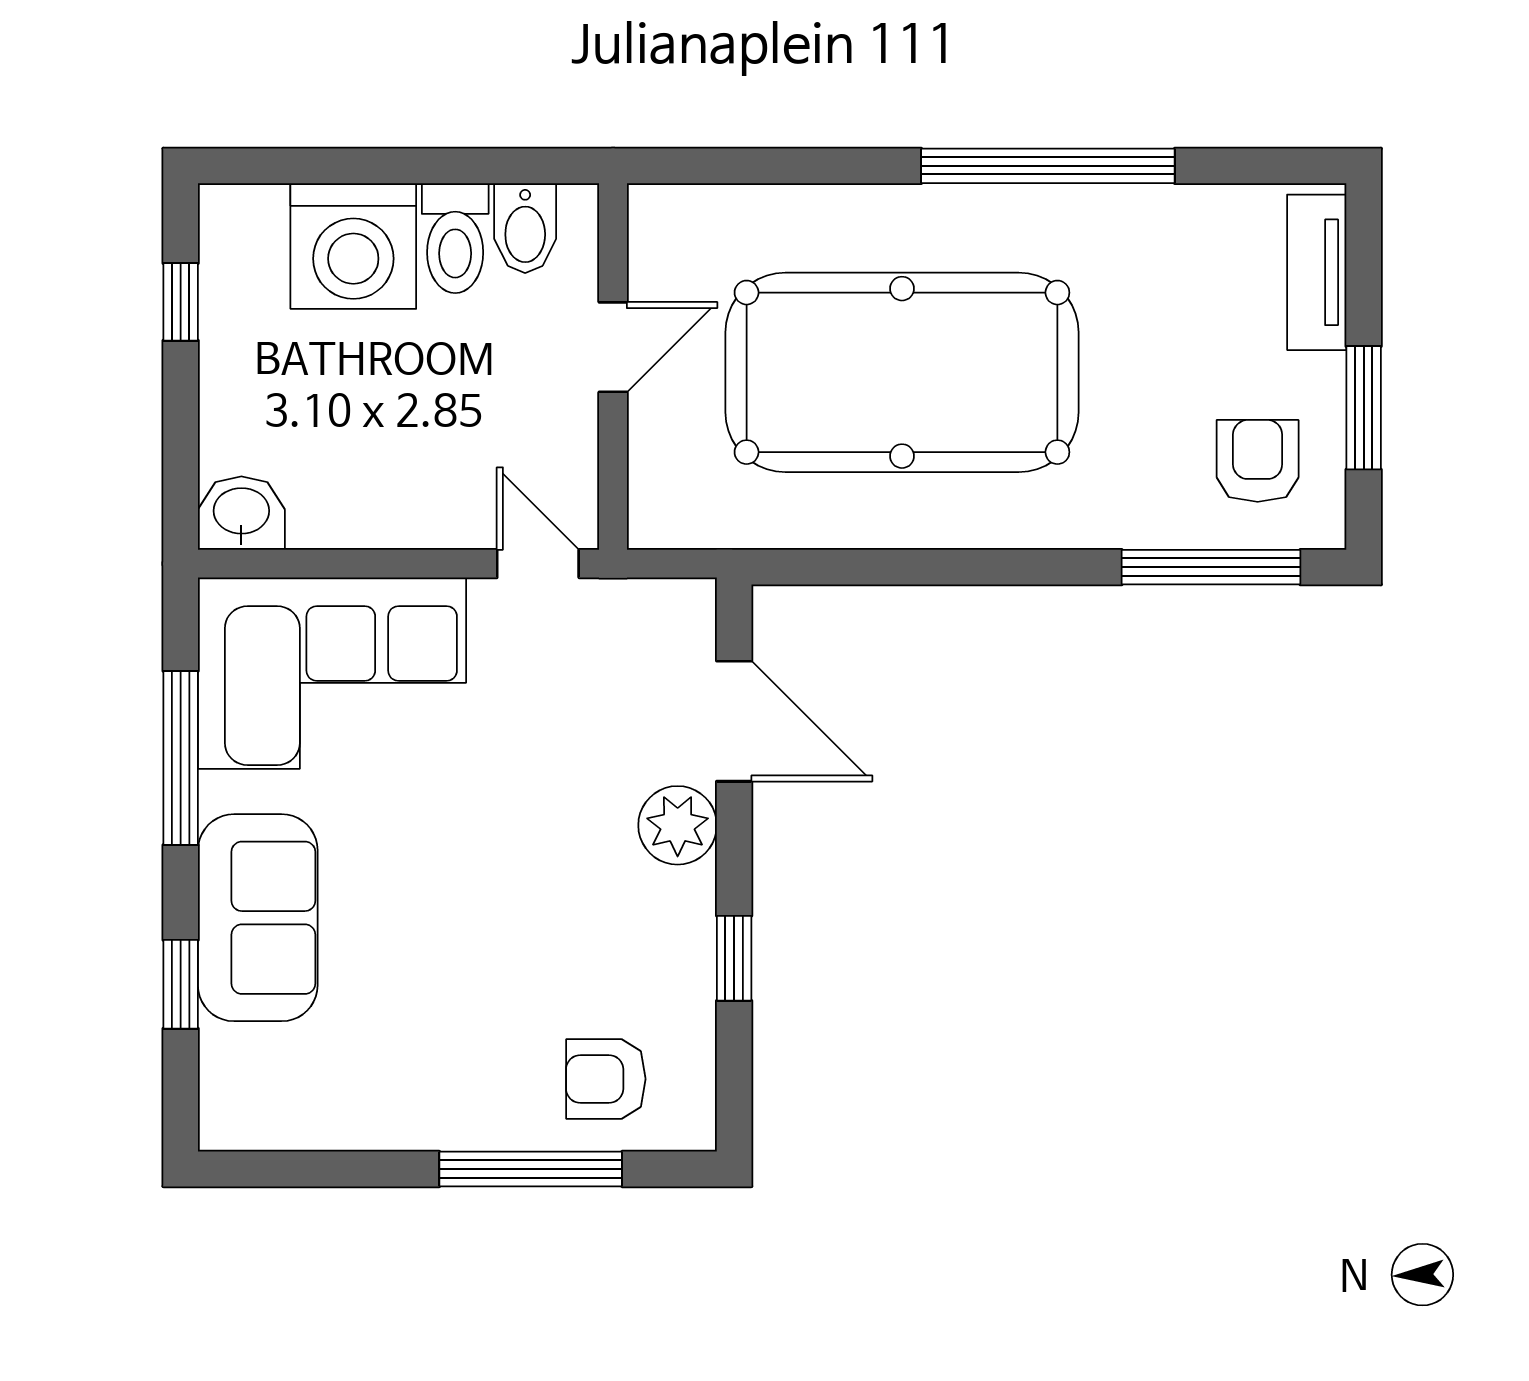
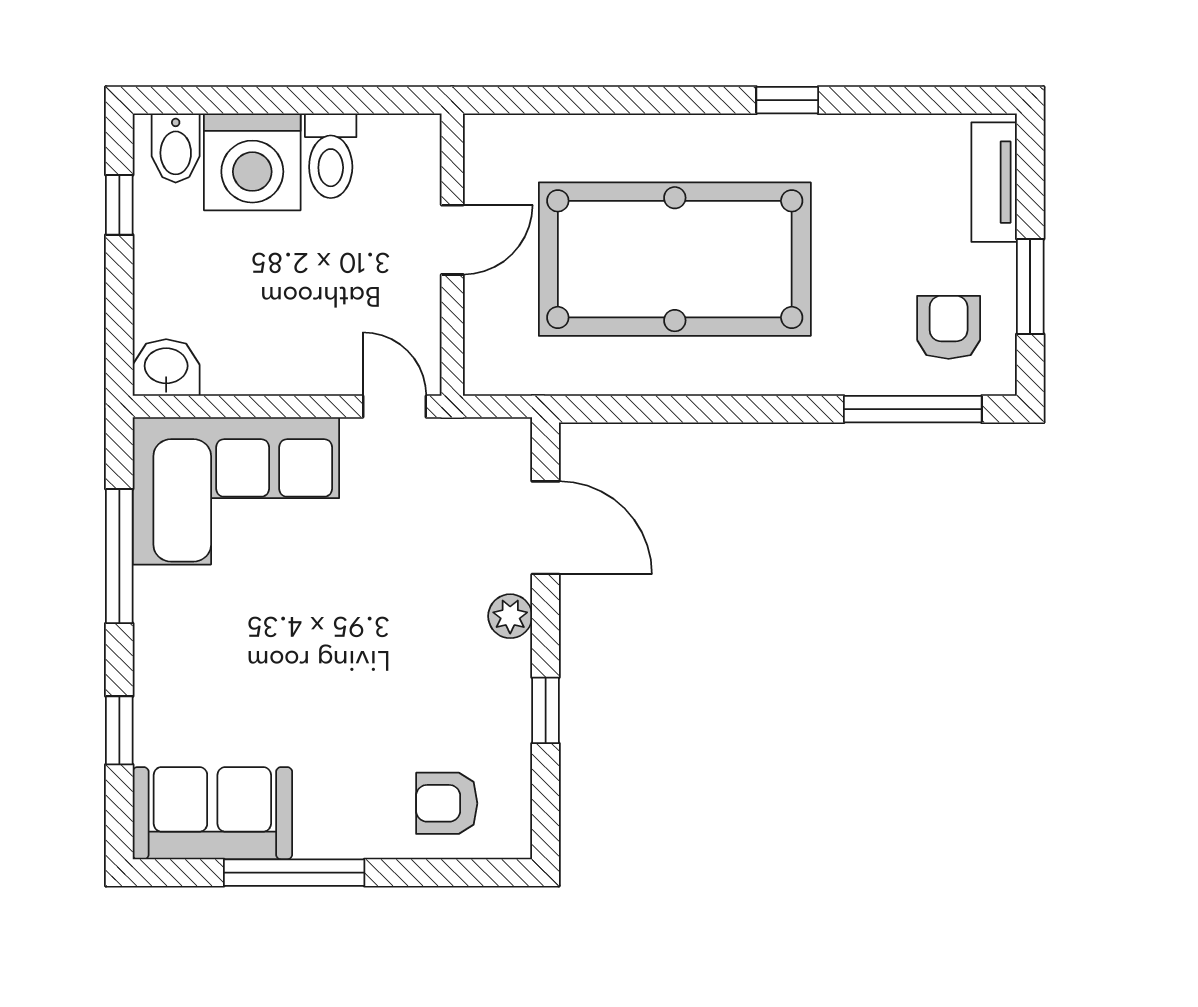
window: (1048, 166) -> (787, 100), width x0.32
bidet: (525, 228) -> (176, 148), moved
plant: (678, 825) -> (510, 616), width x0.73, depth x0.73
sofa: (258, 918) -> (212, 813), moved, turned -90
window: (531, 1169) -> (294, 873), moved

